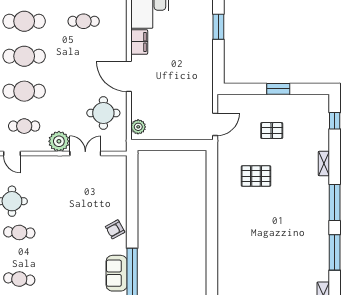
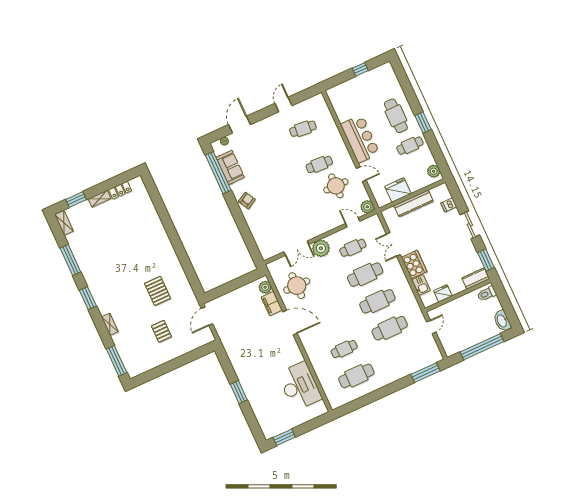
filing cabinet: (139, 42) -> (272, 304), moved
window: (278, 89) -> (171, 366), removed
window: (335, 121) -> (117, 361), width x2.17
pallet: (272, 131) -> (161, 331), turned 90
pallet: (256, 176) -> (157, 291), turned 90
window: (335, 203) -> (88, 298), width x0.69

